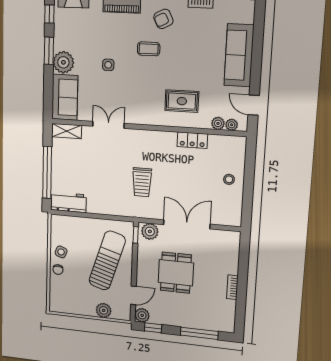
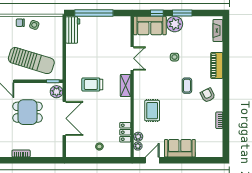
window: (49, 14) -> (157, 13), moved
sofa: (239, 55) -> (180, 148), width x0.73
shelving: (67, 131) -> (125, 86), moved
locker: (192, 140) -> (125, 132), moved

